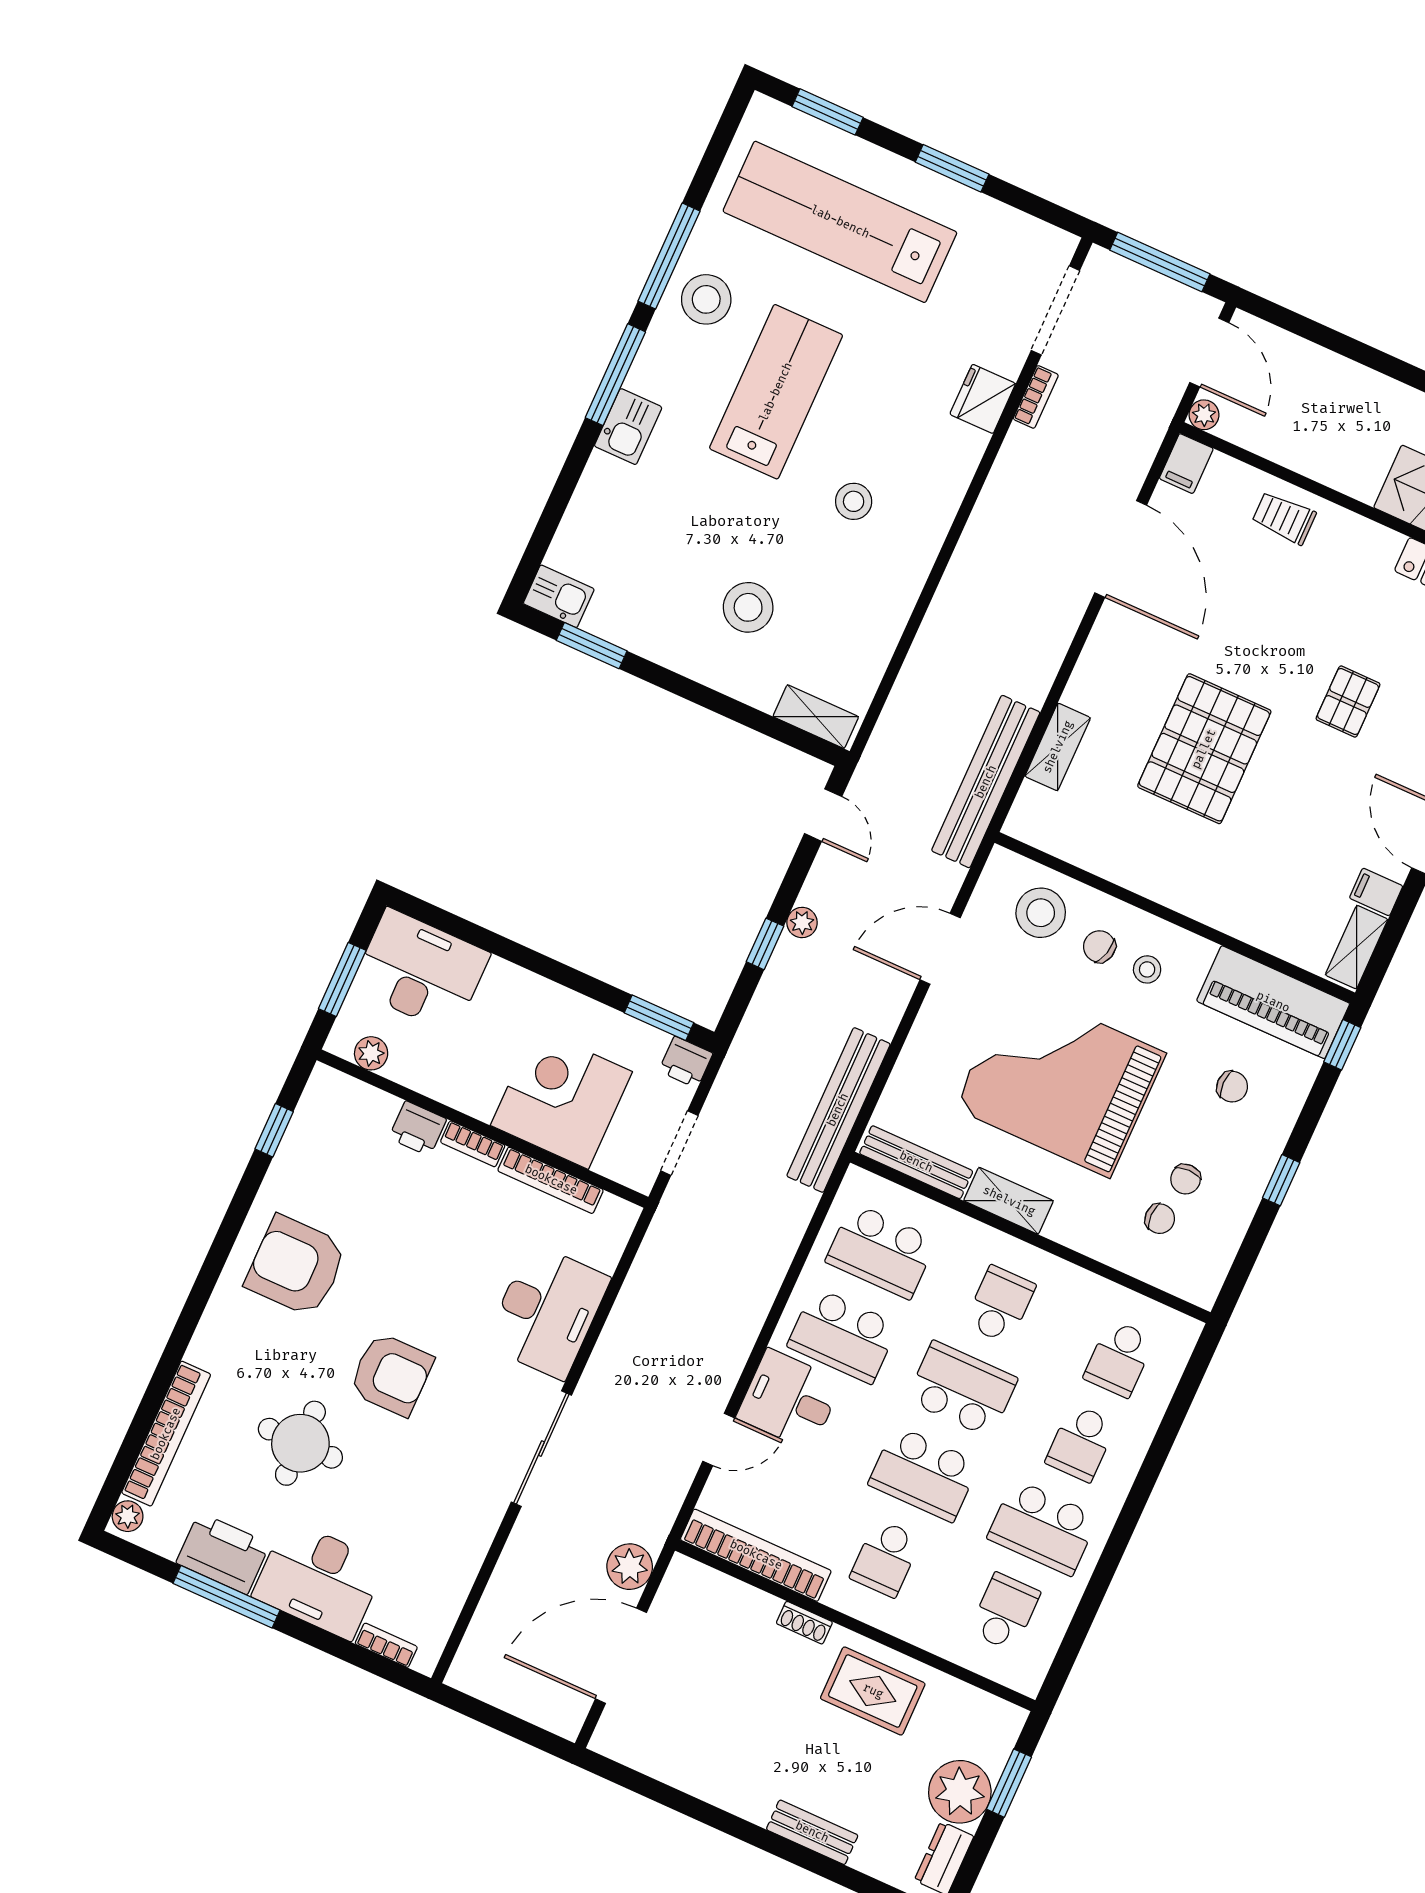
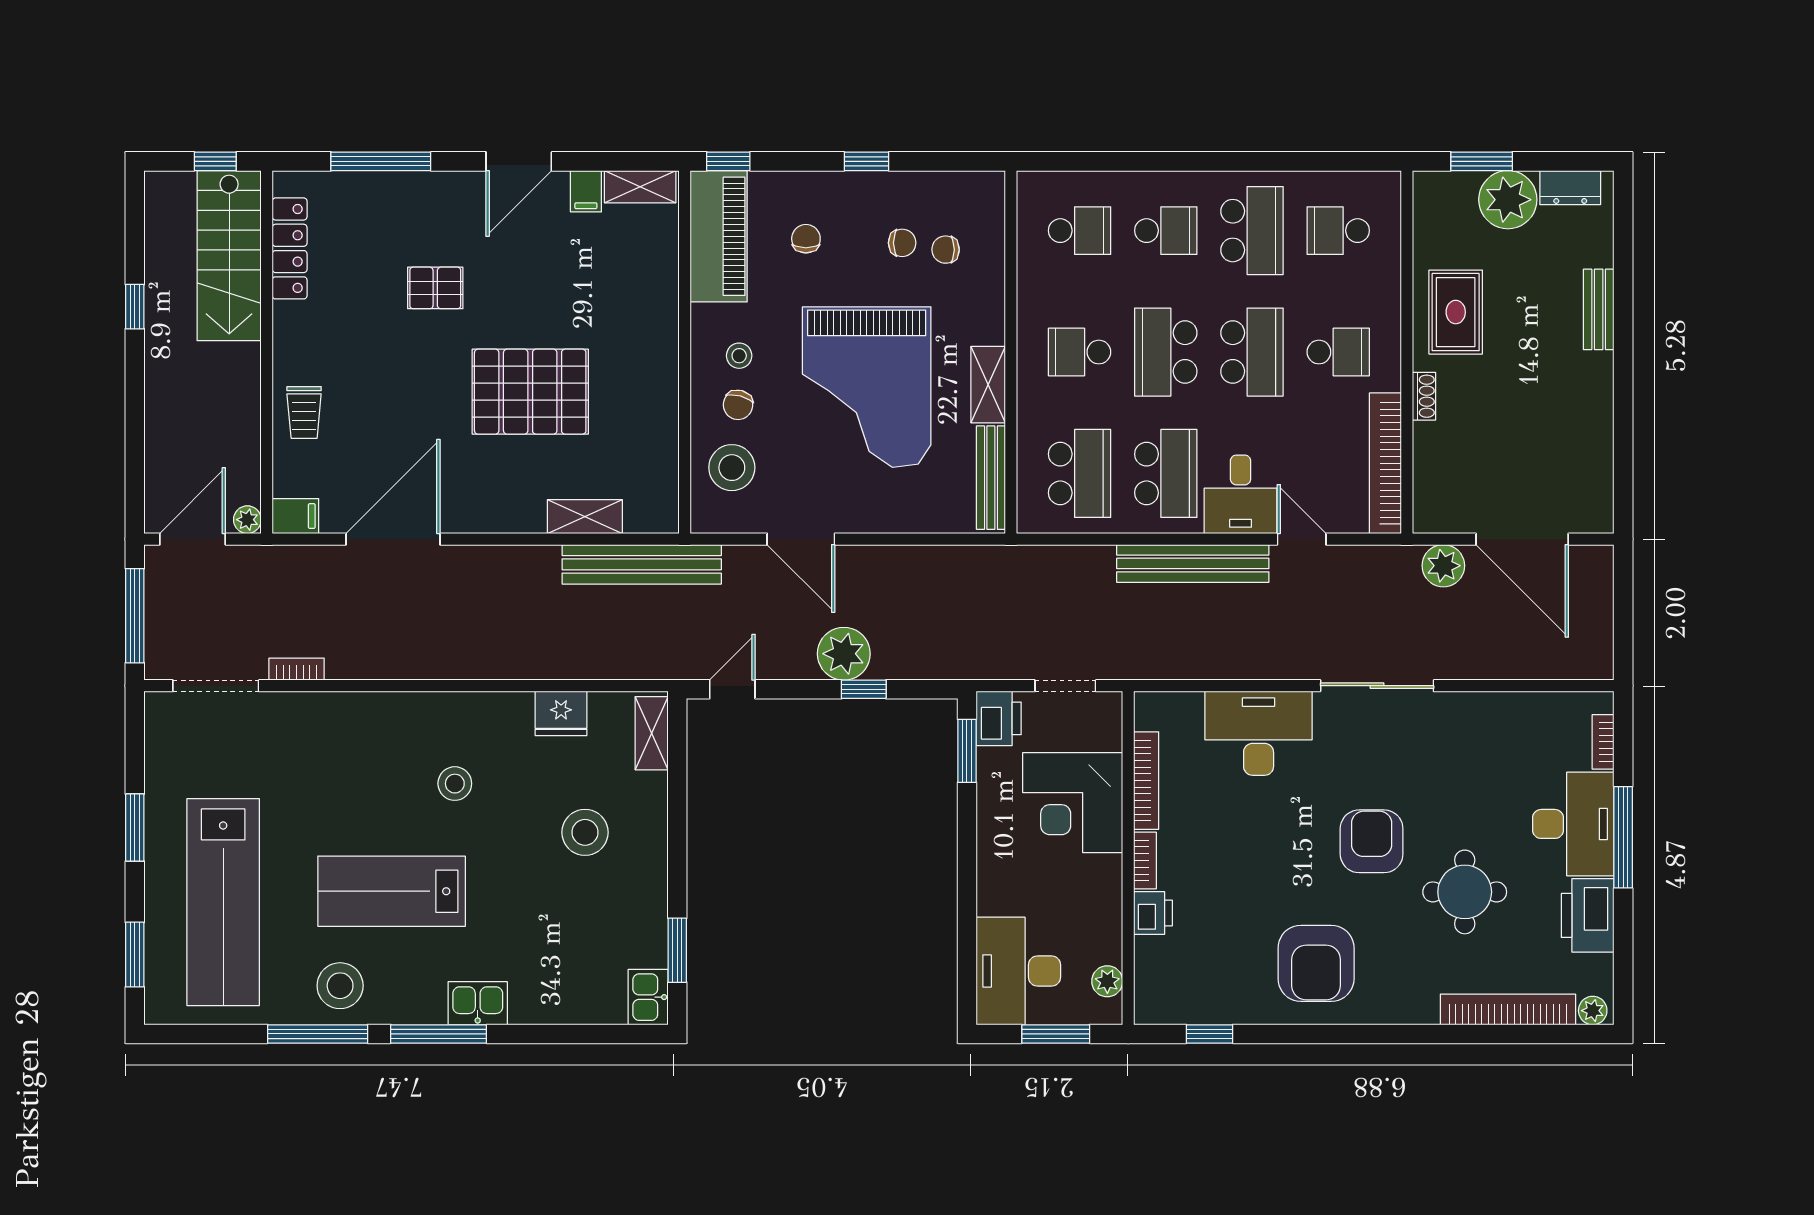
fridge: (983, 399) -> (561, 713), moved
plant: (802, 923) -> (844, 654), width x1.87, depth x1.87
printer: (686, 1062) -> (999, 718), width x1.36, depth x1.24
bench: (838, 1110) -> (1193, 563), moved
chair: (1160, 1219) -> (946, 250), turned -90
window: (226, 1597) -> (1623, 837), moved

